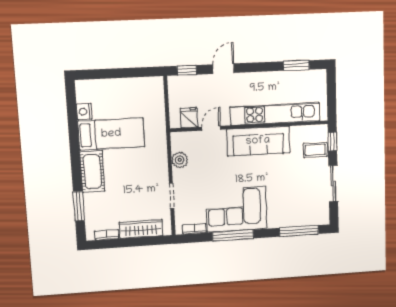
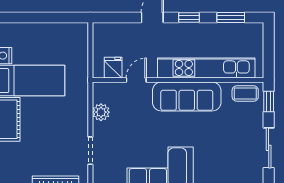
window: (187, 70) -> (189, 17), moved
coffee table: (315, 150) -> (245, 94), moved

